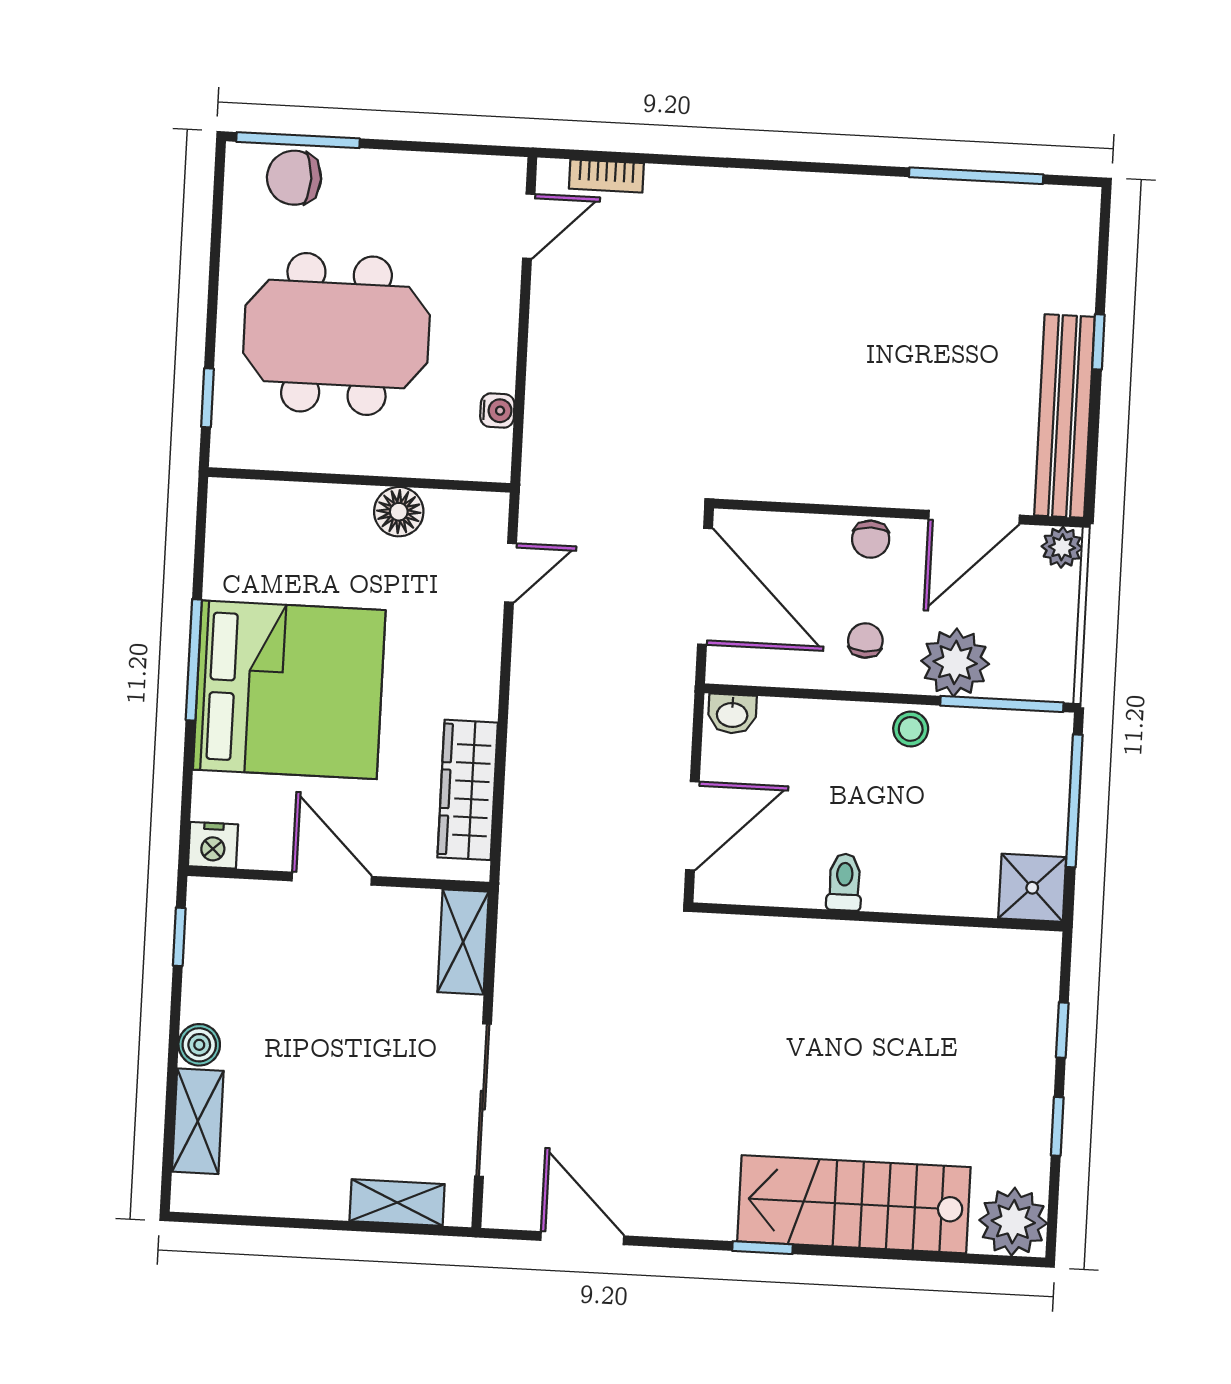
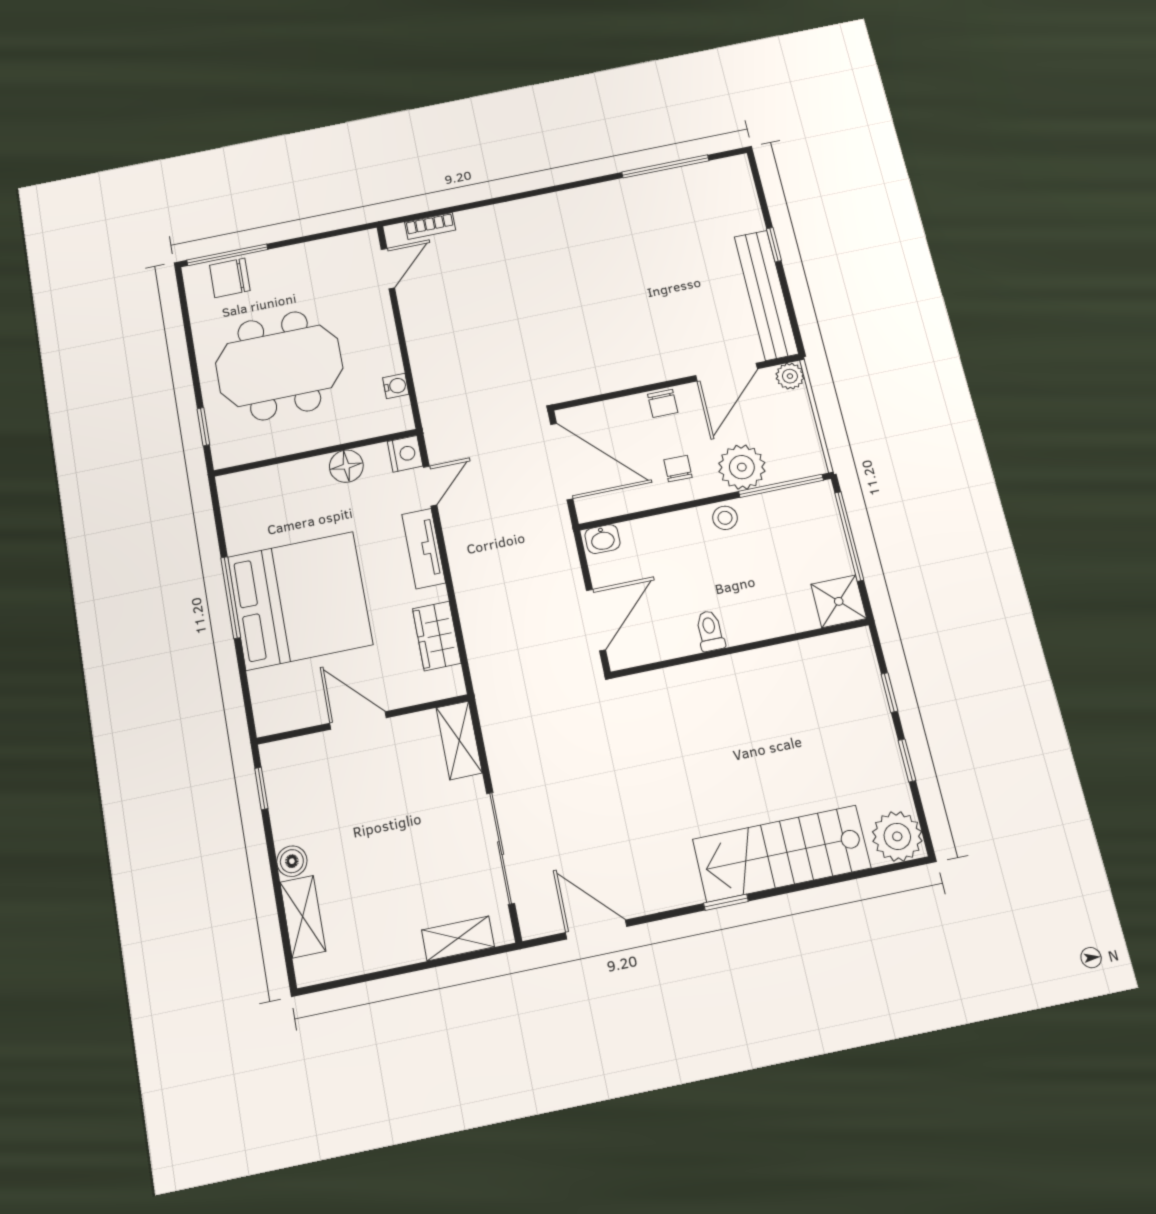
tv unit: (479, 661) -> (424, 549), added
wardrobe: (468, 790) -> (437, 636), width x0.67
nightstand: (213, 845) -> (405, 454), moved, turned -90

